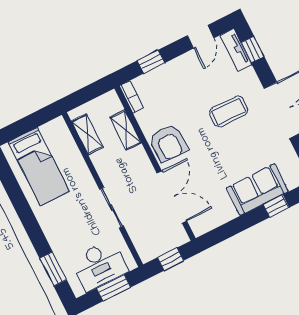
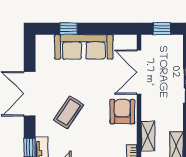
coffee table: (229, 112) -> (69, 112), turned -56
sofa: (257, 190) -> (84, 47), width x1.36

